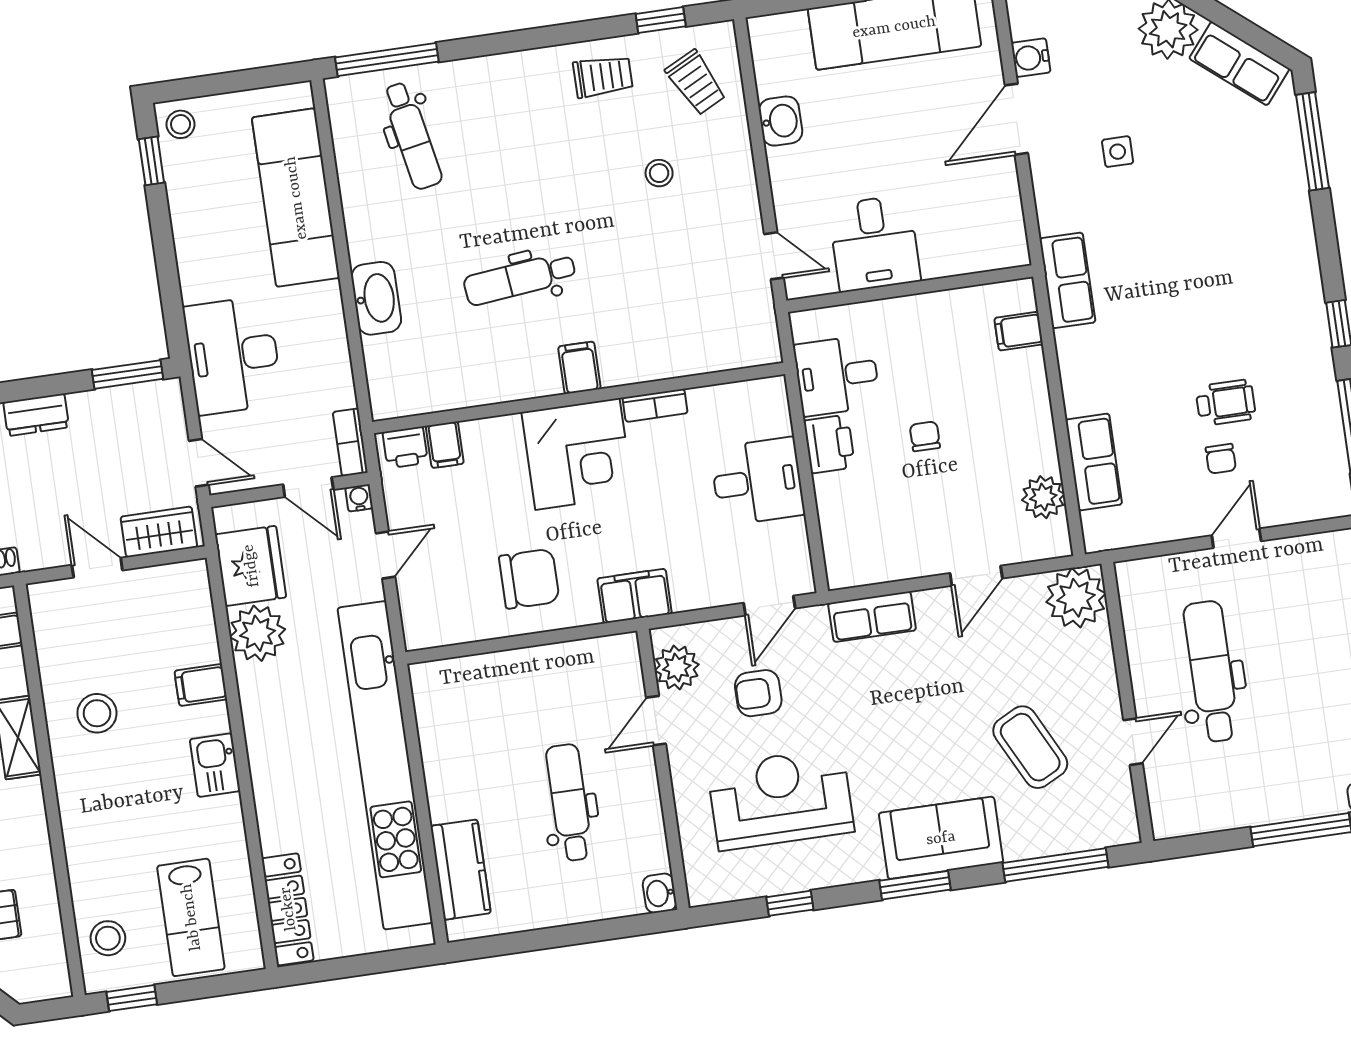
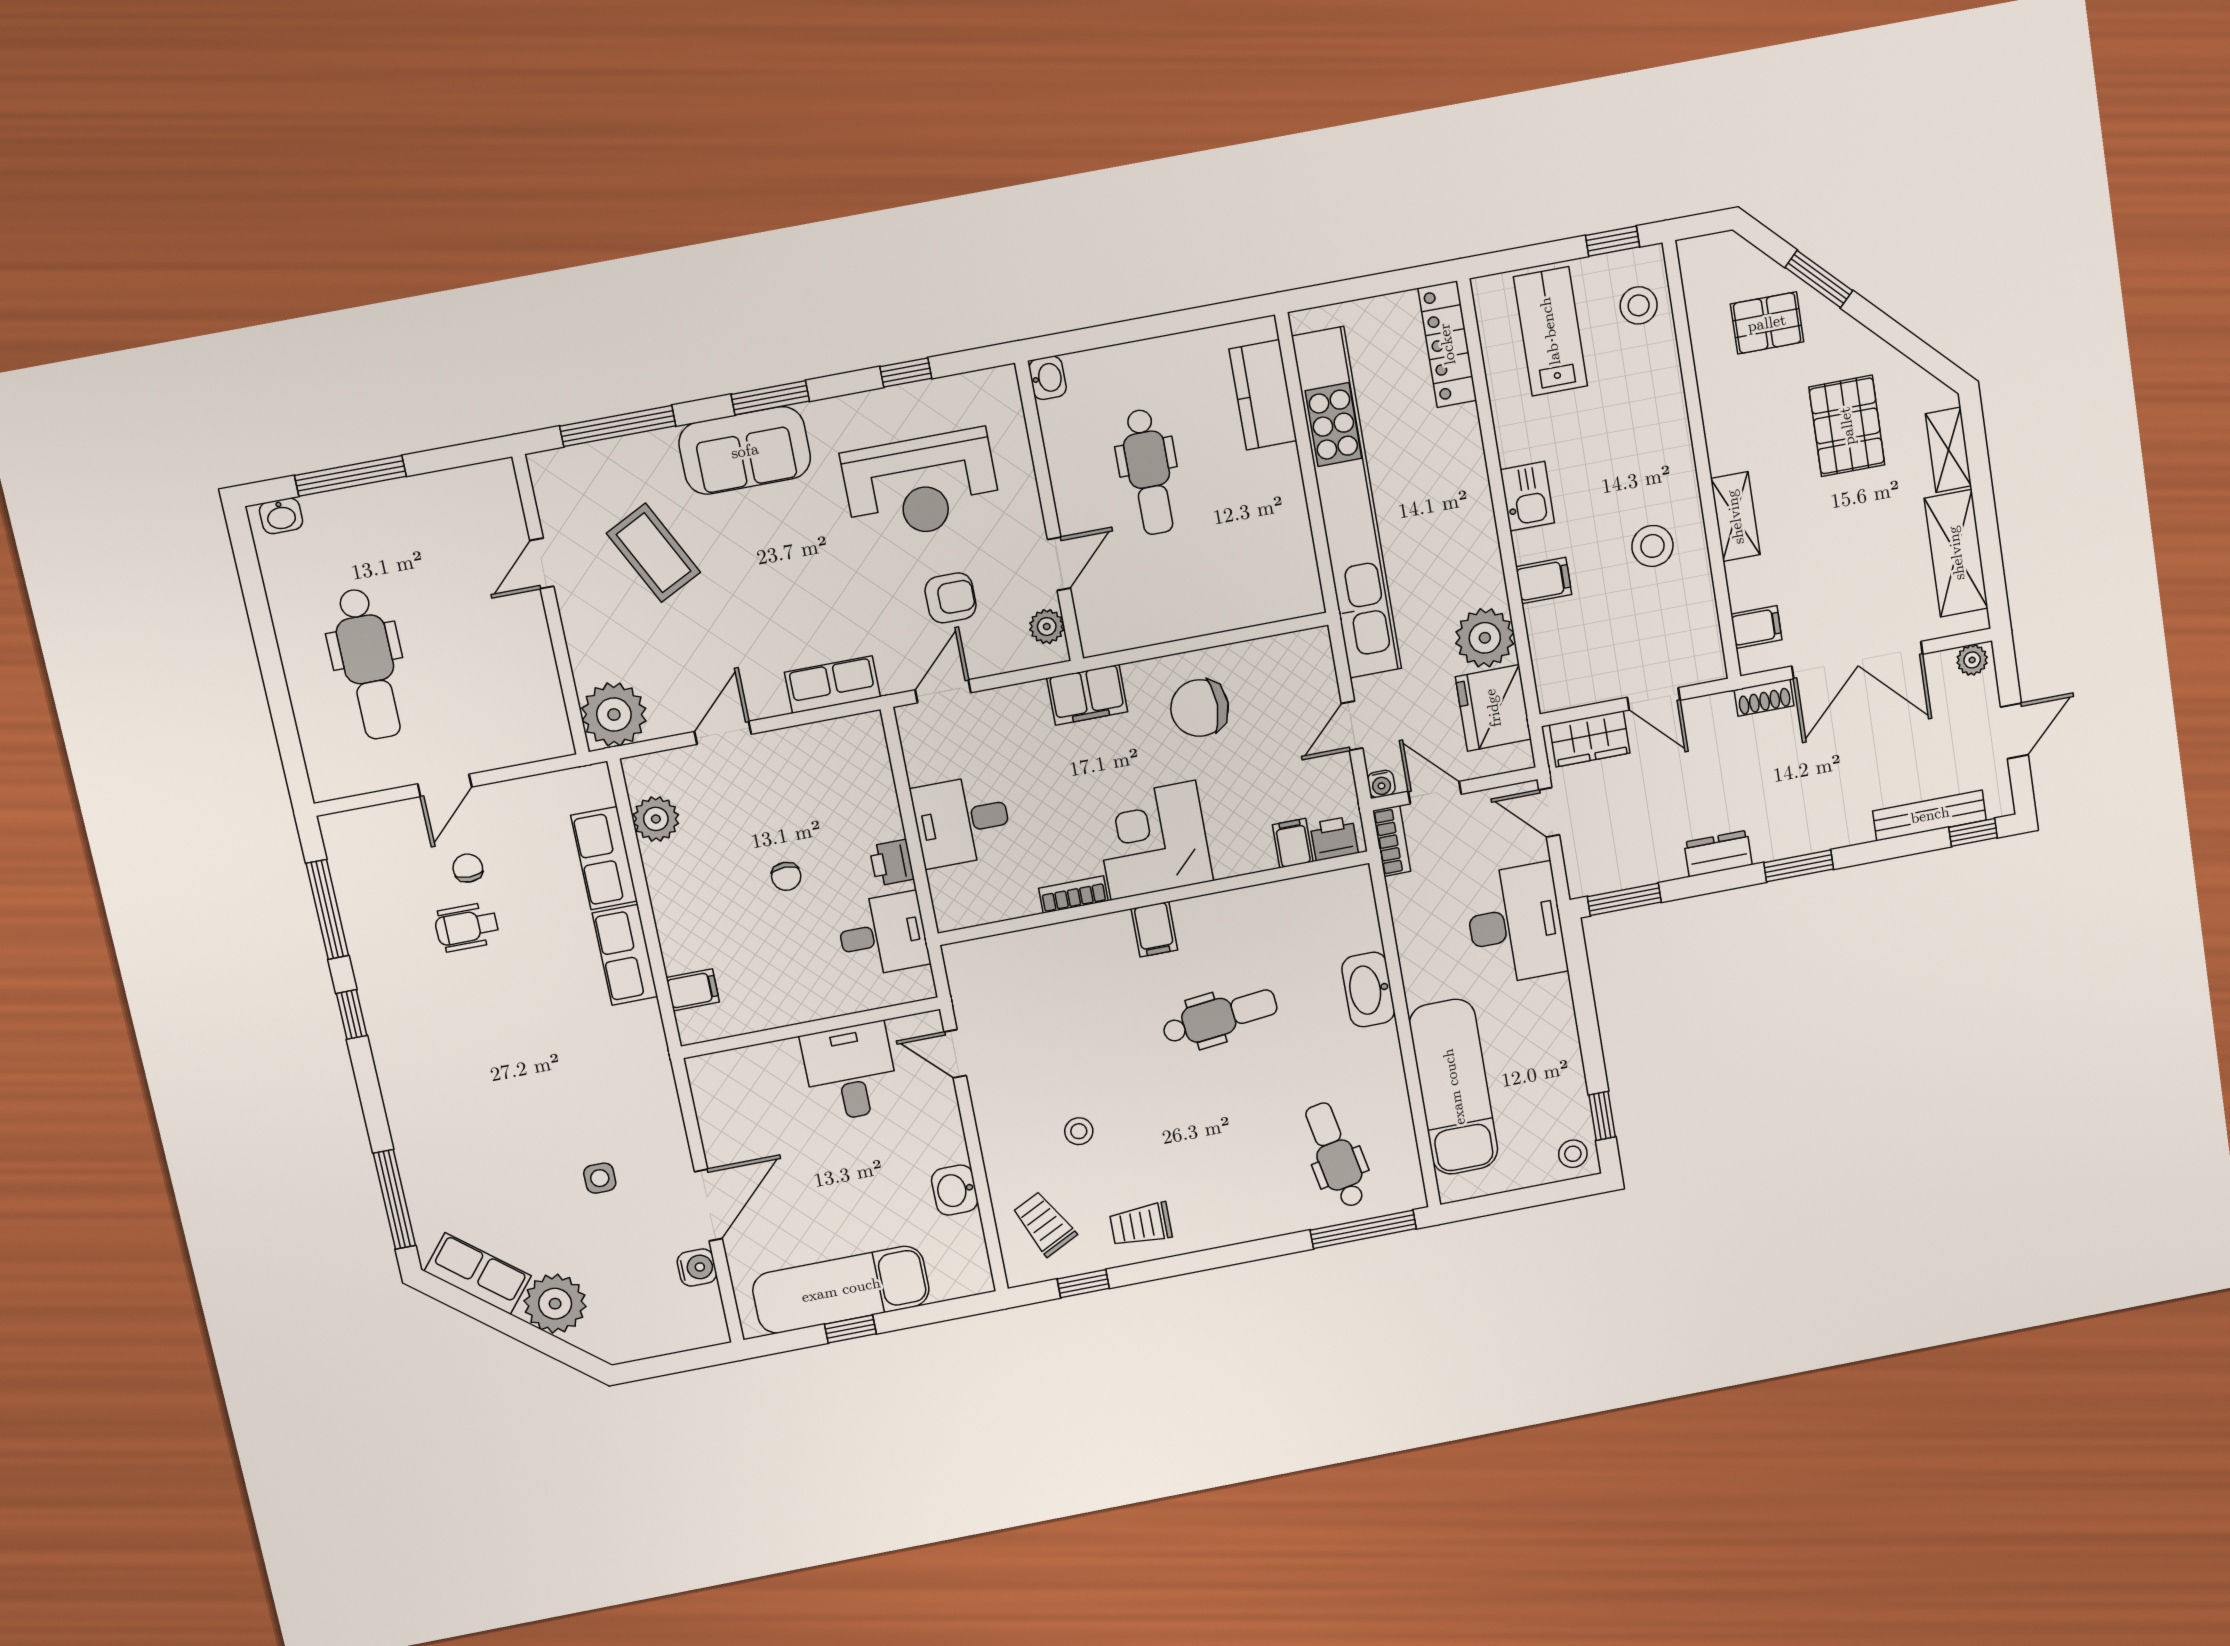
row of seats: (1067, 280) -> (625, 955), moved
printer: (829, 444) -> (892, 863), width x0.73, depth x0.81
plant: (677, 667) -> (1047, 627), width x0.73, depth x0.73
dental chair: (1211, 671) -> (368, 664), moved

